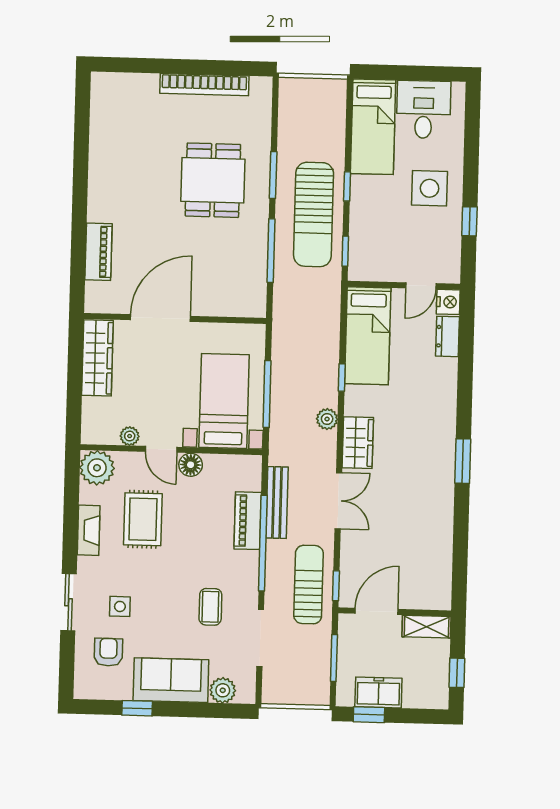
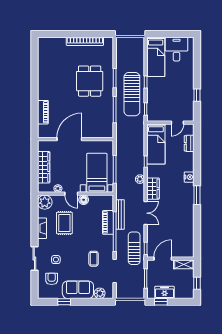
side table: (430, 188) -> (180, 82), removed
nightstand: (448, 302) -> (189, 177), moved
wardrobe: (97, 358) -> (44, 167), moved

